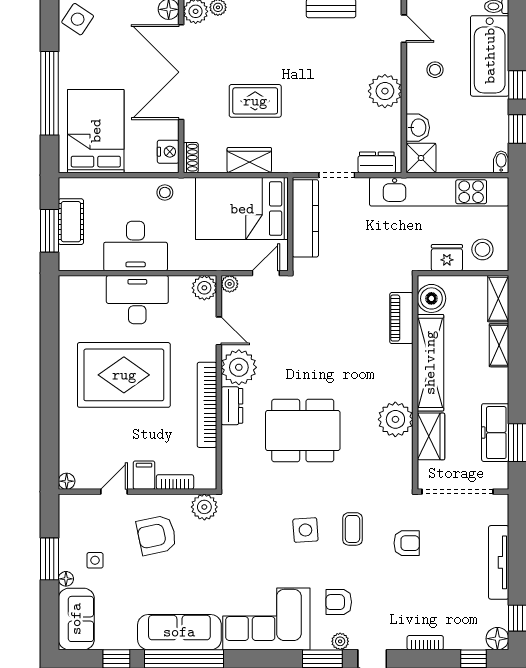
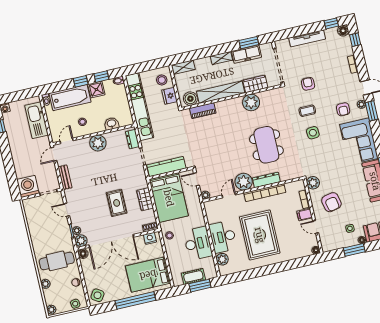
shower: (421, 158) -> (96, 89), moved
plant: (204, 288) -> (222, 259), moved
shelving: (499, 345) -> (221, 58), moved
dresser: (232, 406) -> (266, 180), width x1.44

